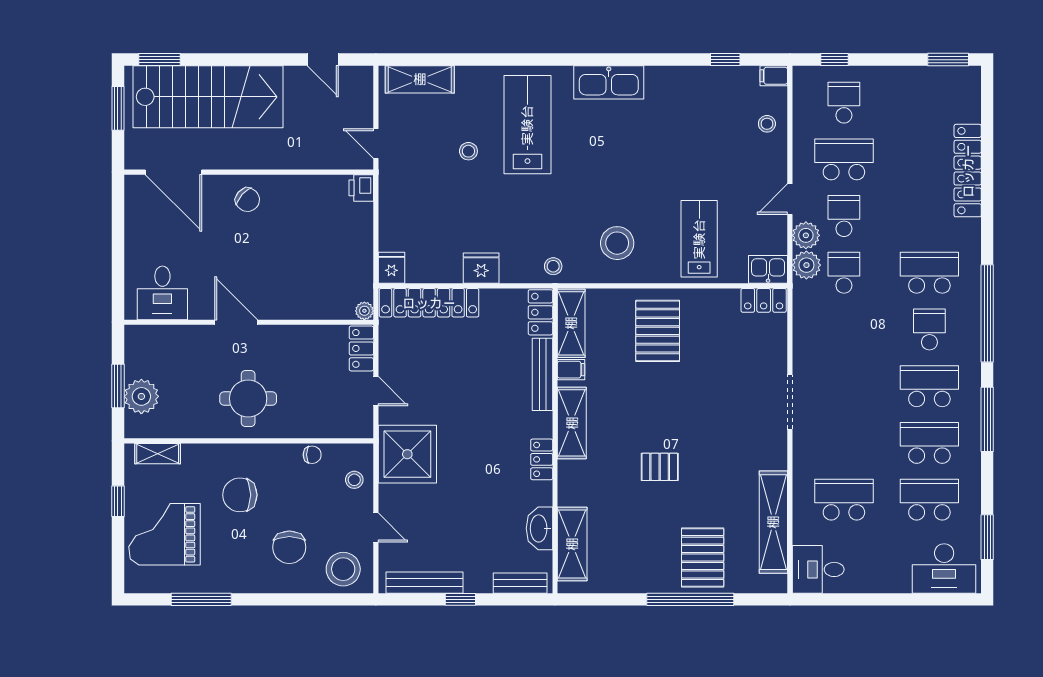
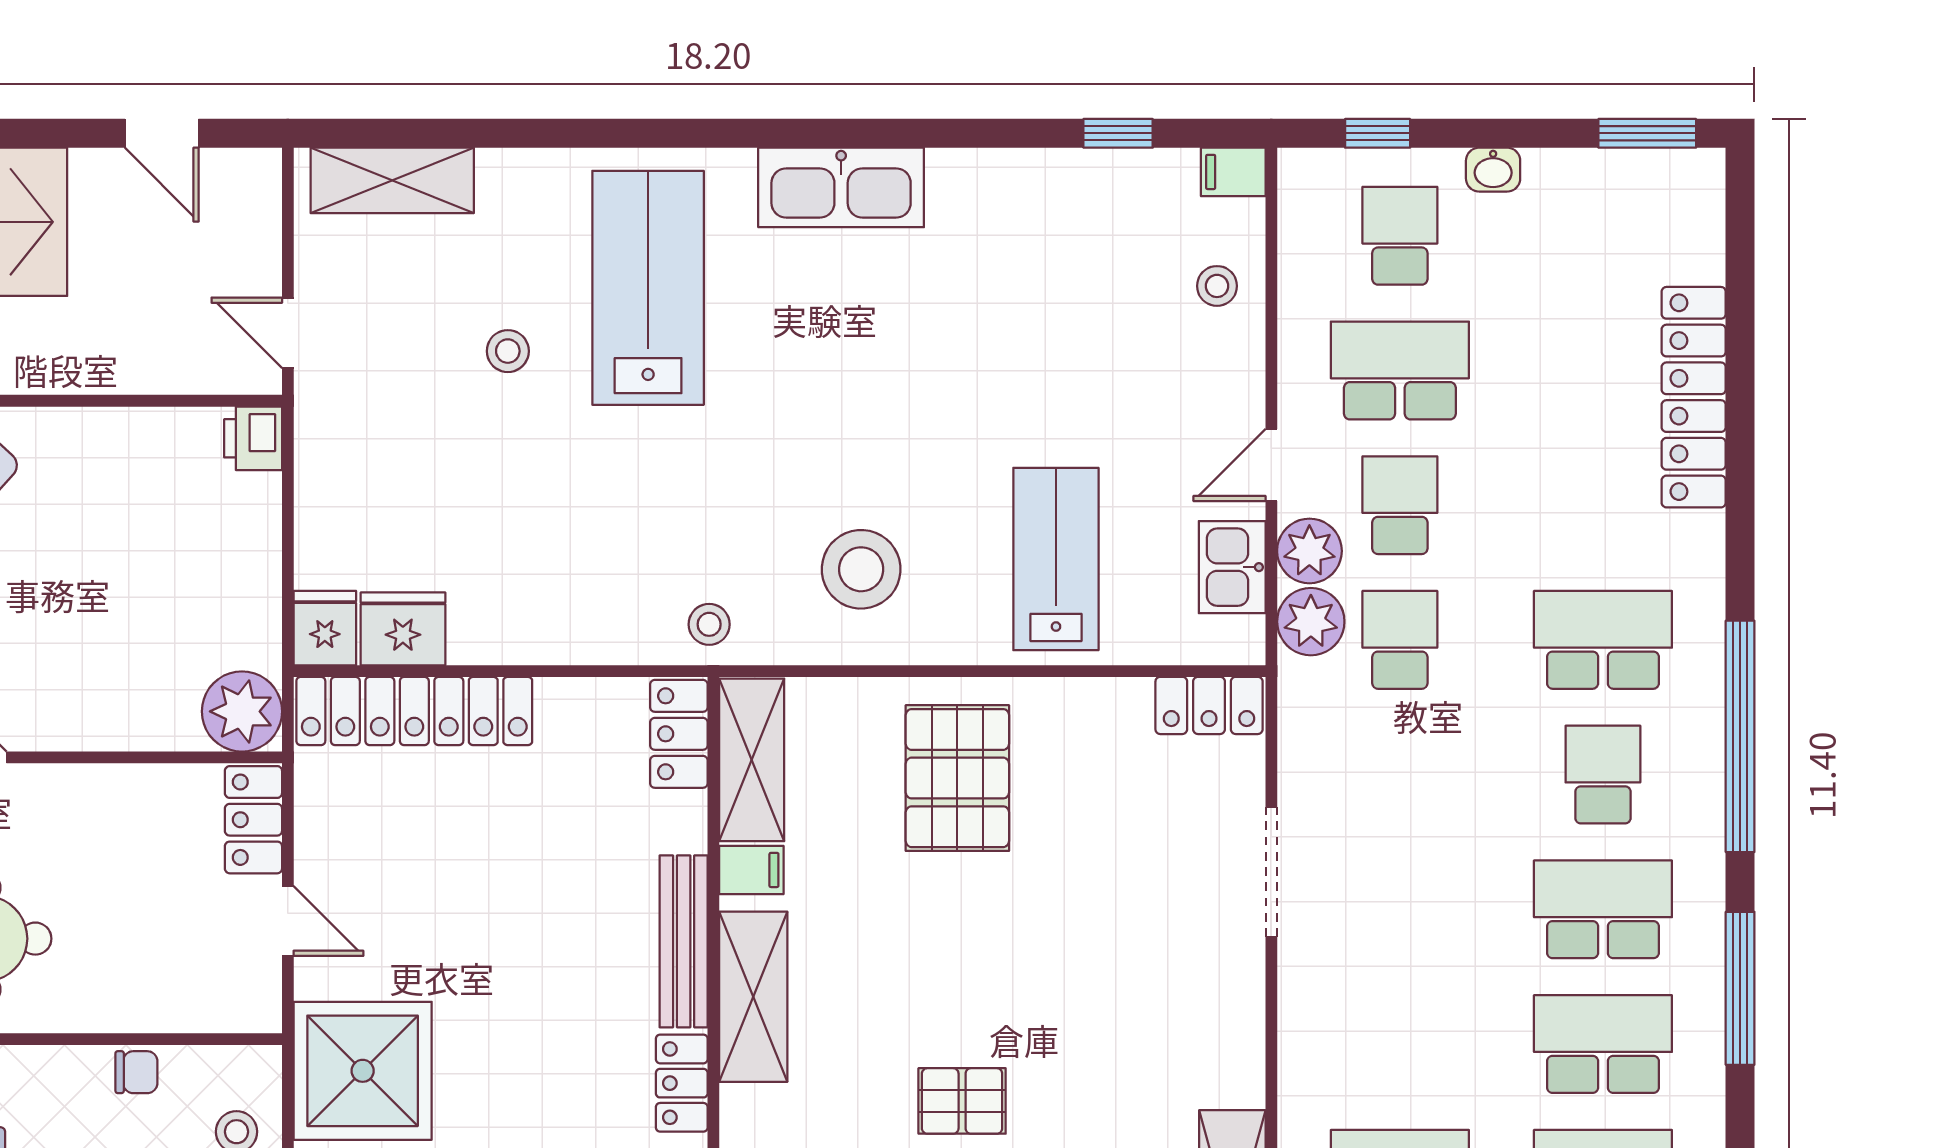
washbasin: (883, 75) -> (1493, 170), added
fridge: (481, 268) -> (403, 629), moved
kitchen sink: (768, 269) -> (1232, 567), moved, turned -90
plant: (364, 311) -> (242, 711), width x1.88, depth x1.88
bench: (542, 374) -> (684, 941), moved
doorway: (790, 402) -> (1271, 872), moved

